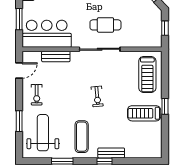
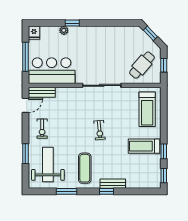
window: (19, 19) -> (25, 57), width x1.44
cafe table: (105, 25) -> (142, 65), moved, turned -49
bench: (56, 56) -> (42, 92), moved
window: (165, 106) -> (164, 151), moved
window: (165, 144) -> (164, 176), added

